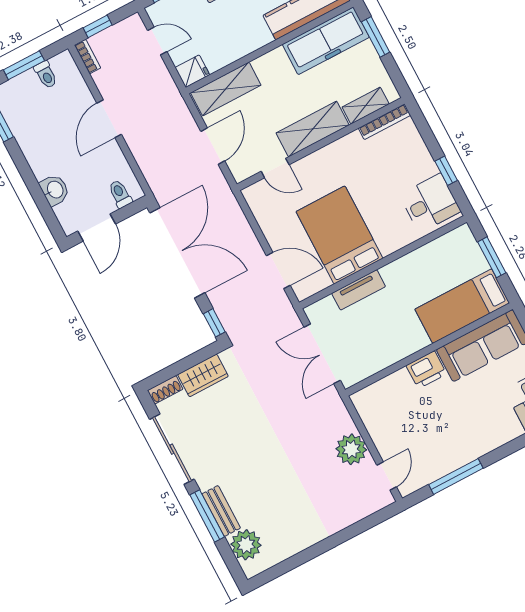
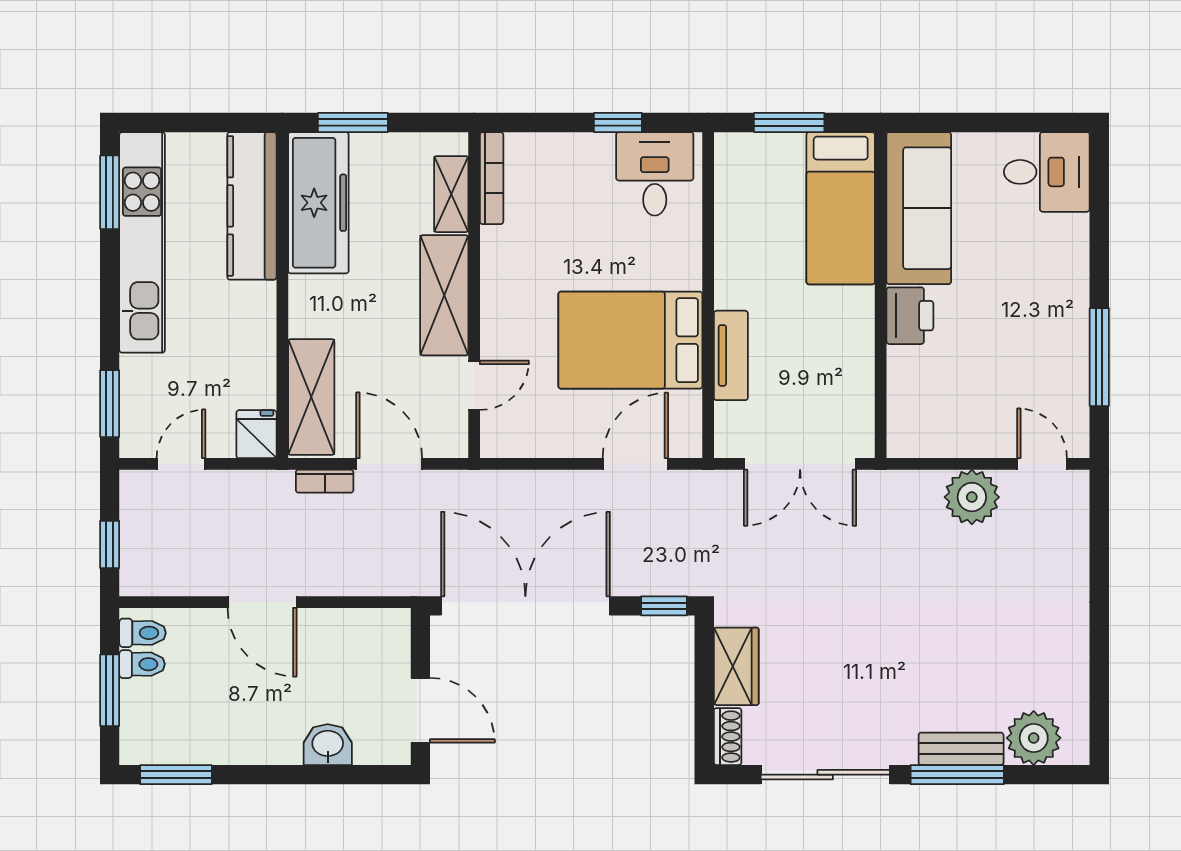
bookcase: (87, 57) -> (325, 481), moved, turned 180
toilet: (120, 194) -> (143, 633), moved, turned 180

